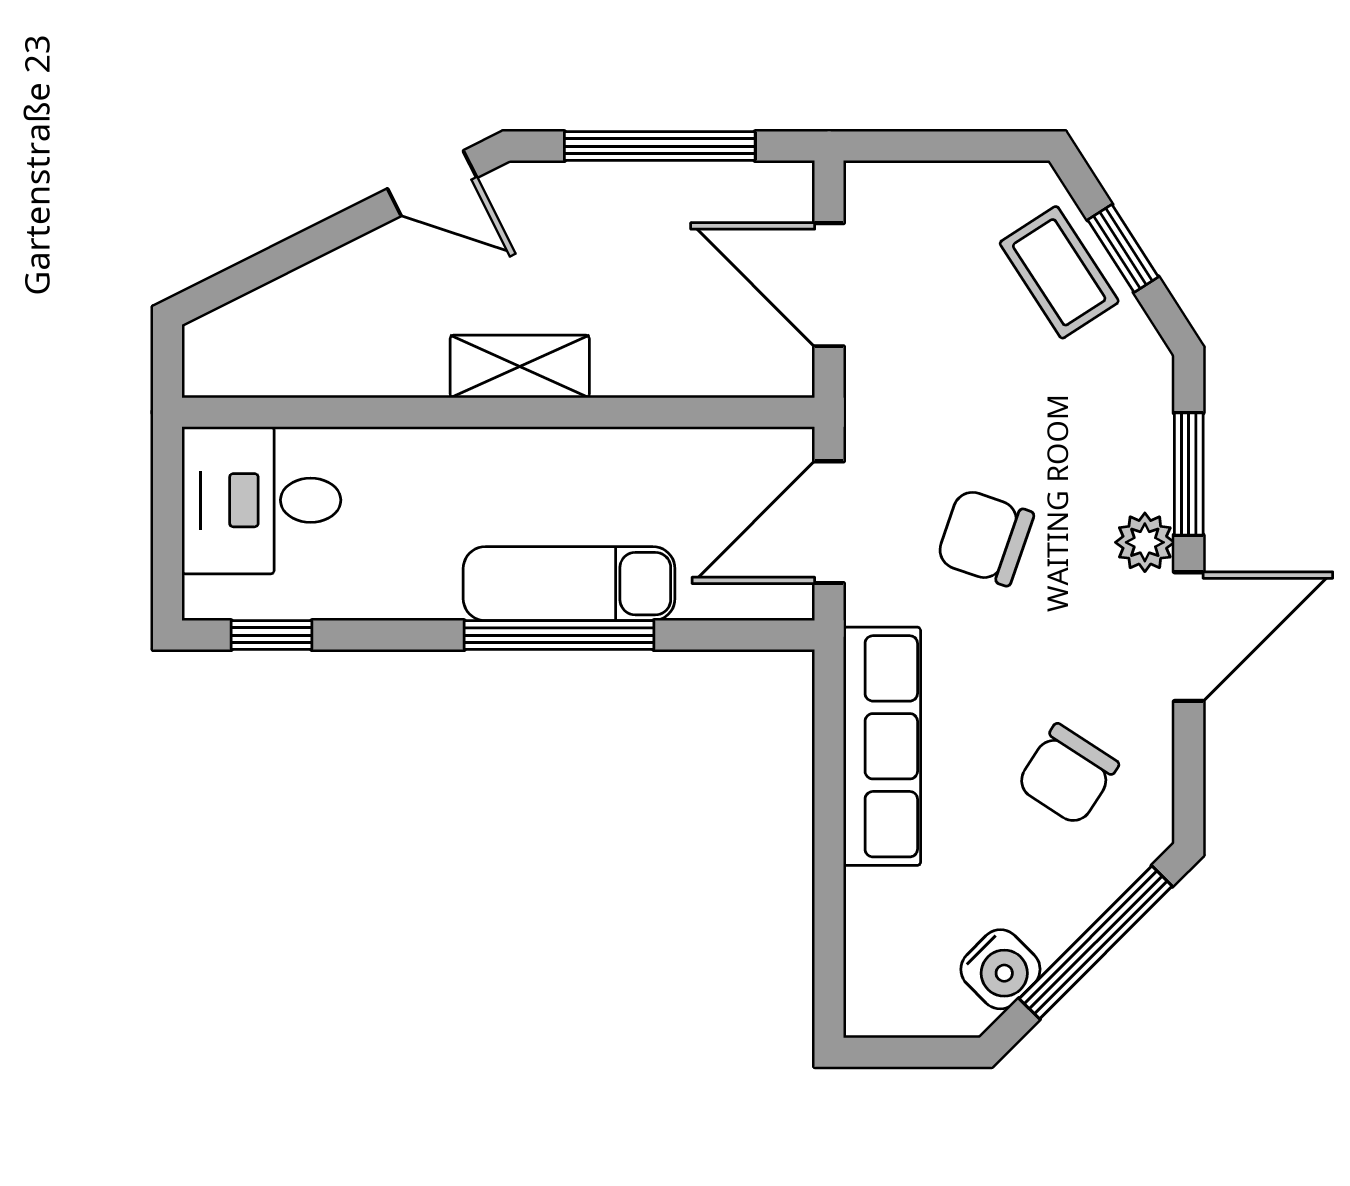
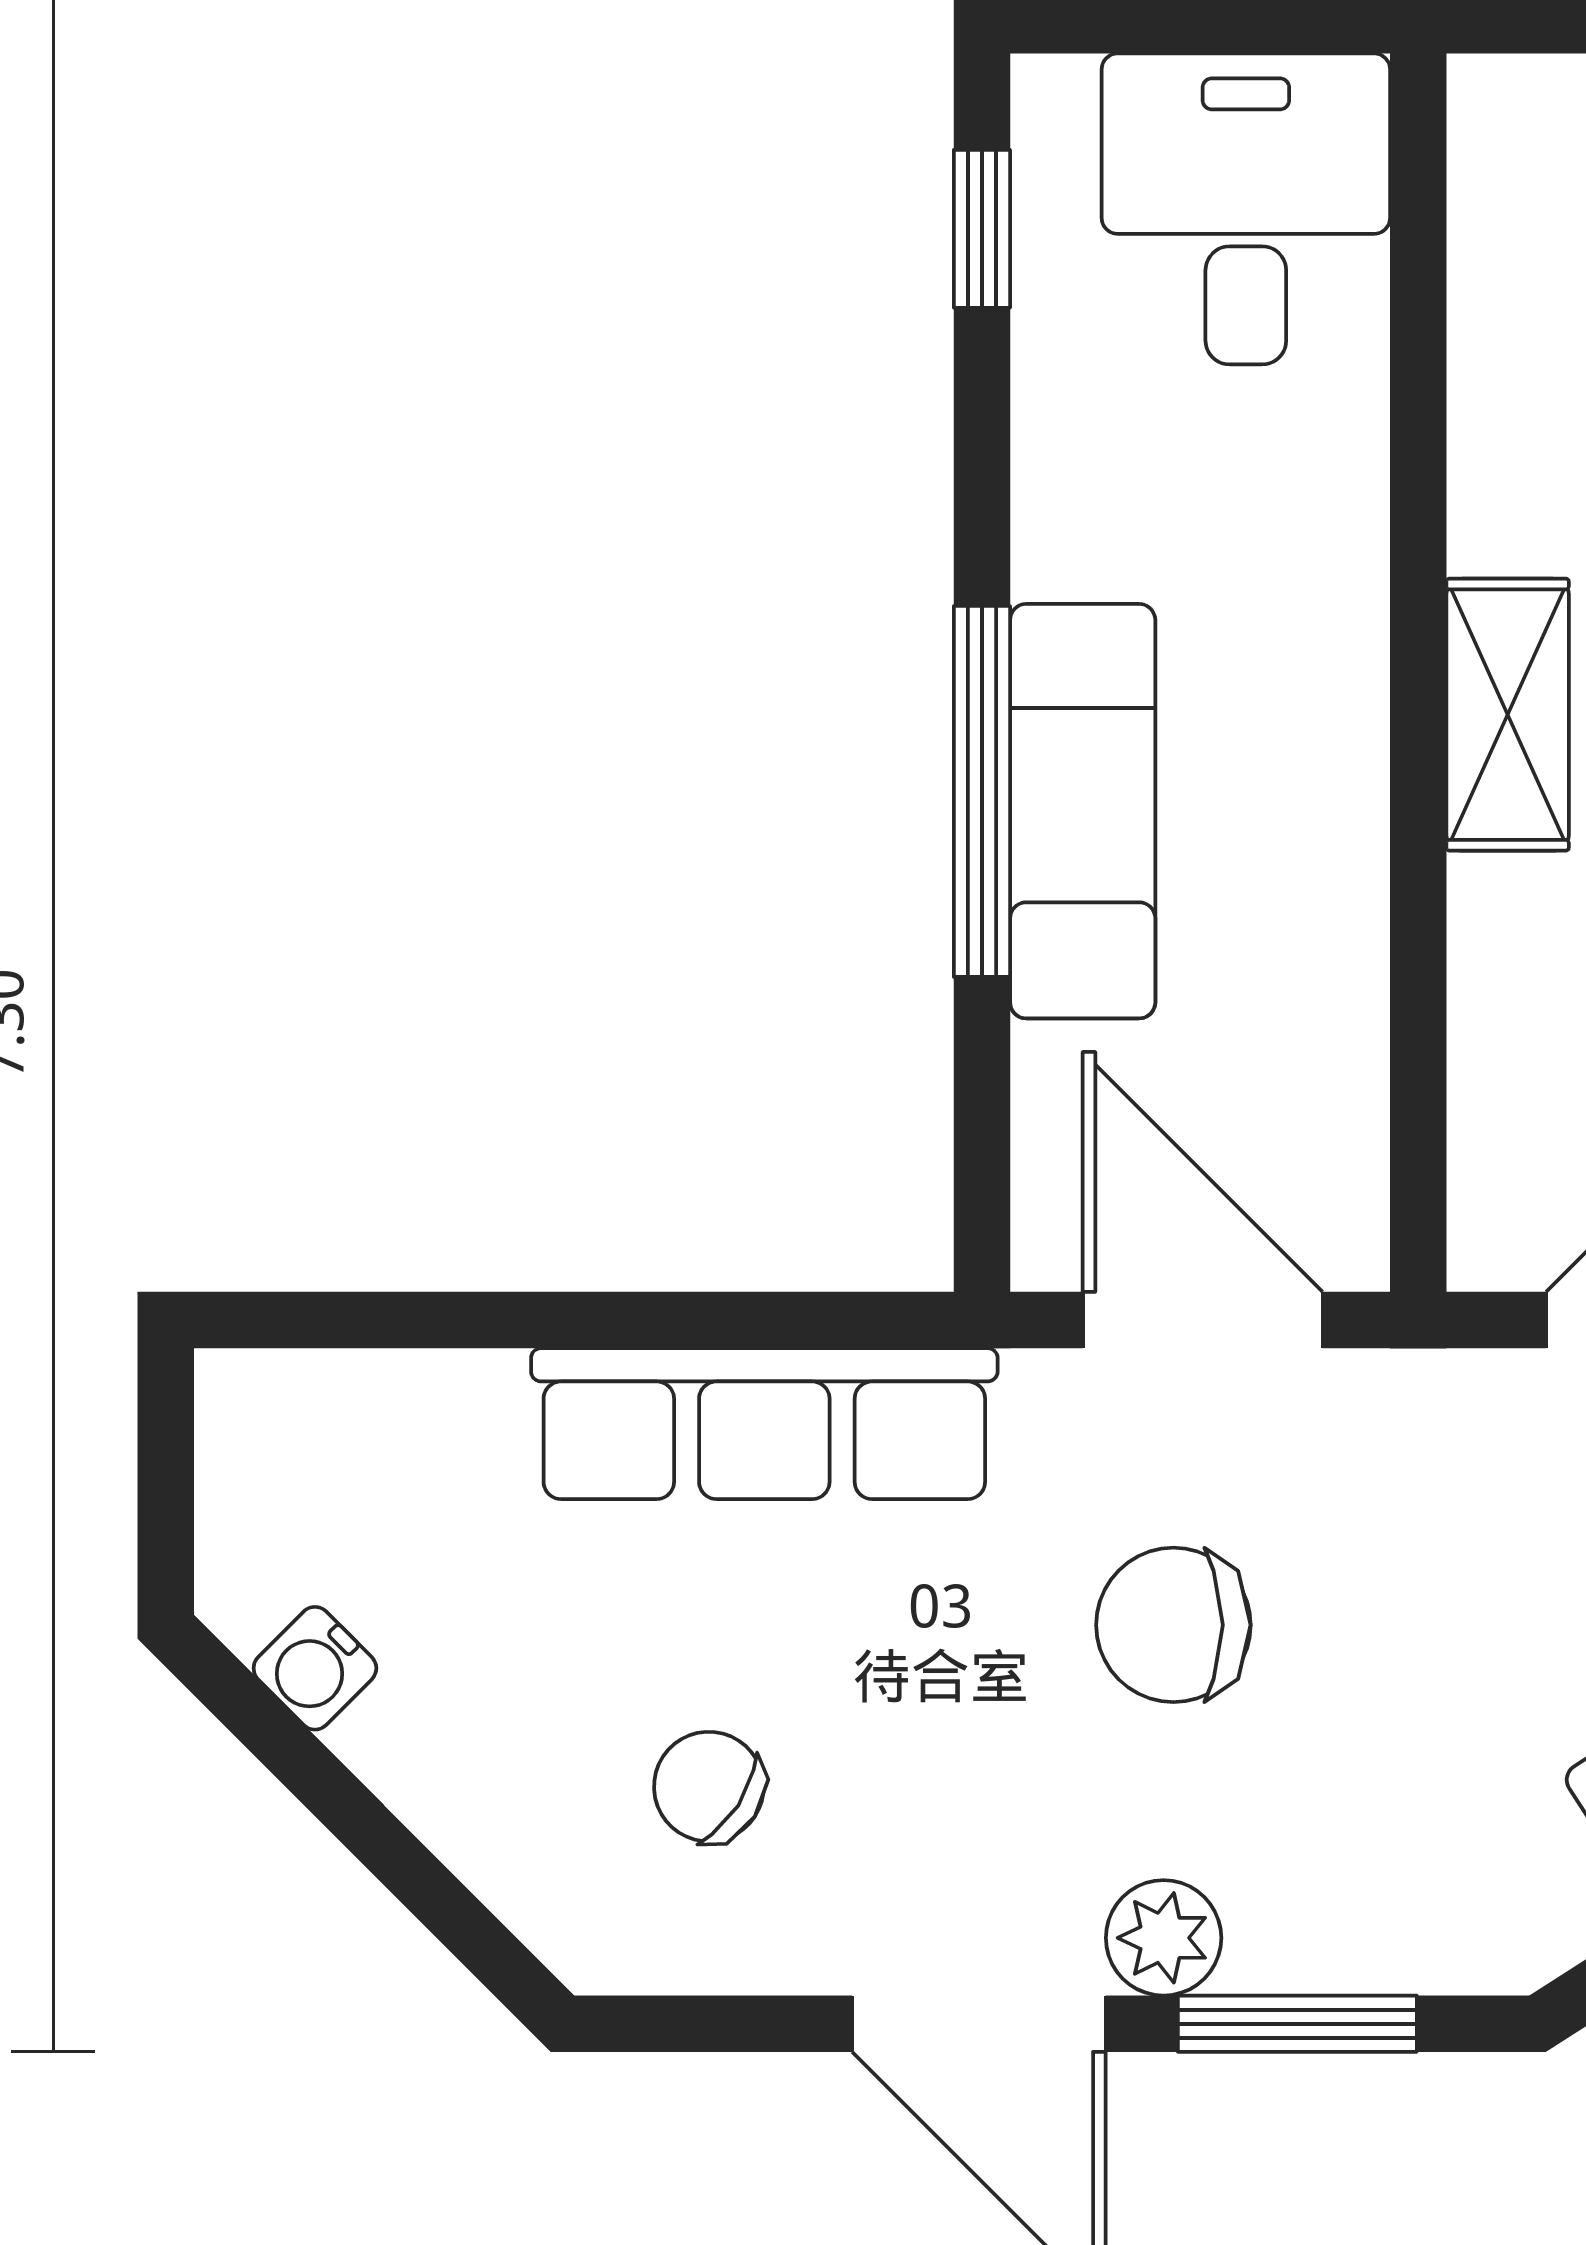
chair: (985, 537) -> (1173, 1625), turned -109
chair: (1068, 775) -> (709, 1787), width x0.73, depth x0.73
window: (1096, 942) -> (381, 1842), removed
water cooler: (1000, 969) -> (315, 1668), width x0.72, depth x0.72

